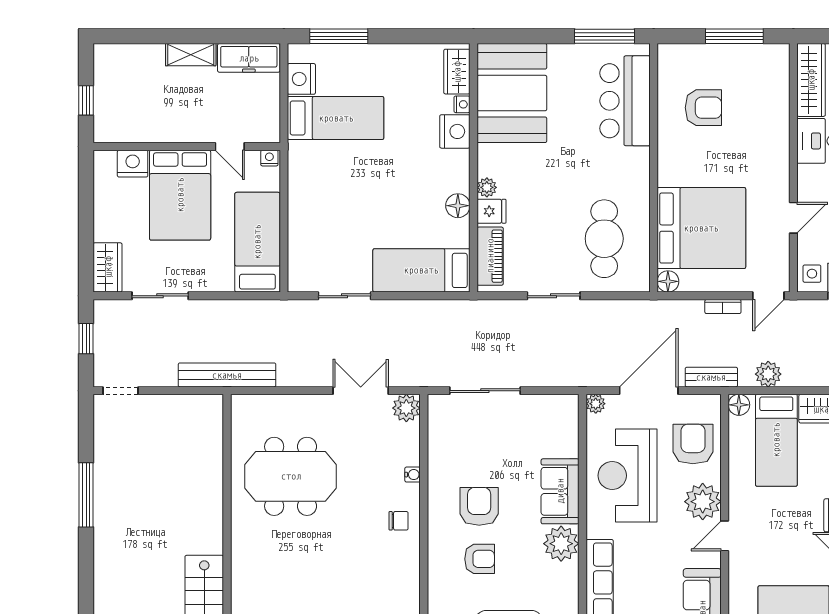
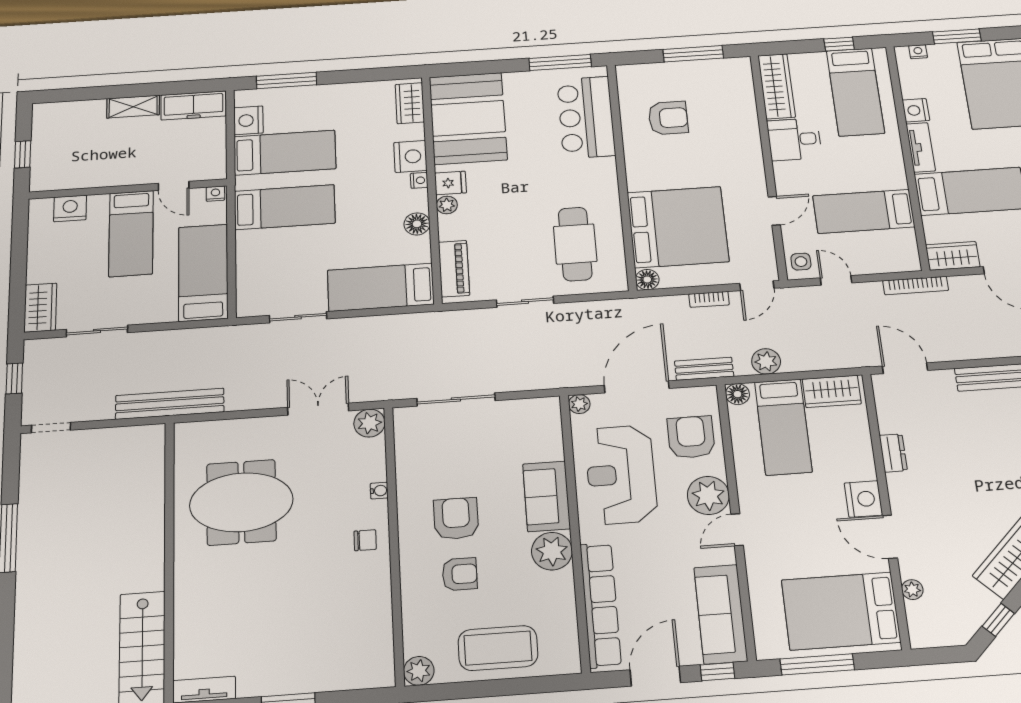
nightstand: (462, 104) -> (419, 180), moved
bed: (334, 178) -> (285, 207), added
bed: (180, 195) -> (131, 233), width x0.67
fridge: (492, 211) -> (451, 183), moved

